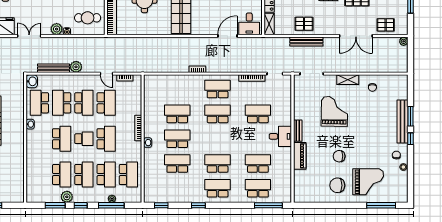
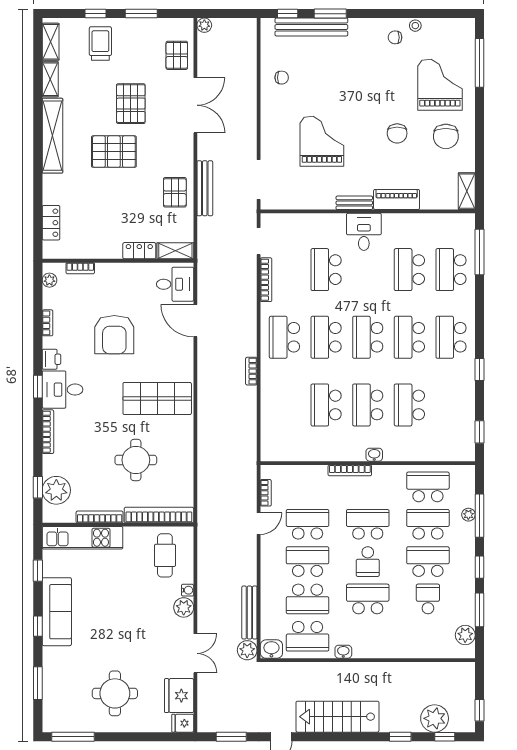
double door: (29, 36) -> (195, 653), swing flipped
plant: (76, 67) -> (247, 650), moved
shelving: (348, 80) -> (467, 191), moved
grand piano: (334, 111) -> (322, 141), turned 89
bench: (402, 121) -> (311, 27), moved
school desk: (84, 139) -> (368, 562), turned 180
school desk: (218, 139) -> (368, 337), added
window: (411, 139) -> (288, 14), moved
school desk: (62, 175) -> (428, 599), width x0.54
plant: (67, 197) -> (465, 635), moved

